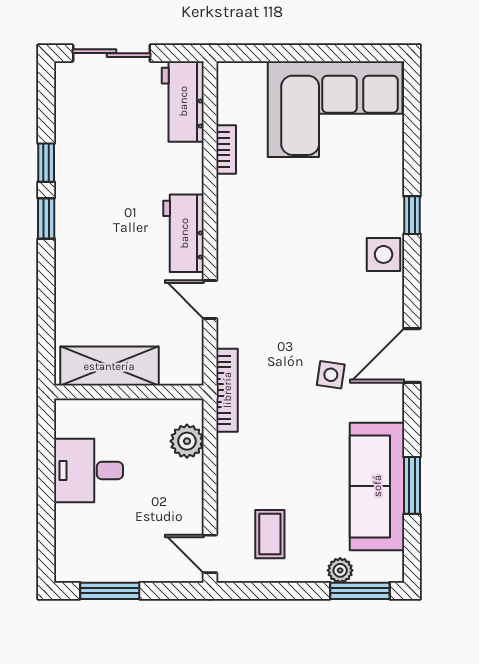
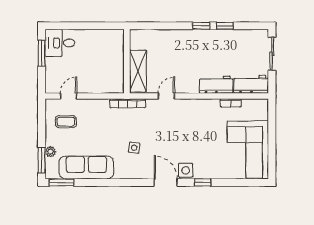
workbench: (184, 233) -> (216, 85), moved
door: (412, 355) -> (166, 182), moved
shelving: (109, 366) -> (138, 71), moved
plant: (187, 441) -> (106, 86), removed
desk: (89, 471) -> (60, 43), moved, turned -90
window: (412, 485) -> (62, 182), moved
door: (210, 554) -> (69, 96), moved

